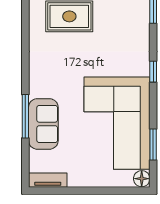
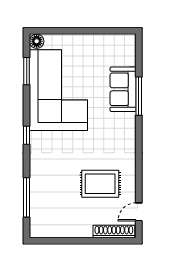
tv unit: (48, 180) -> (119, 40), removed

